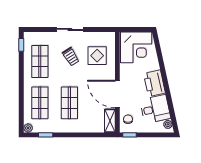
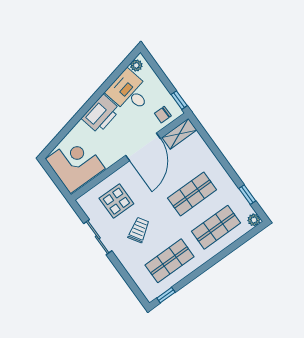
sliding door: (70, 29) -> (98, 237), moved

